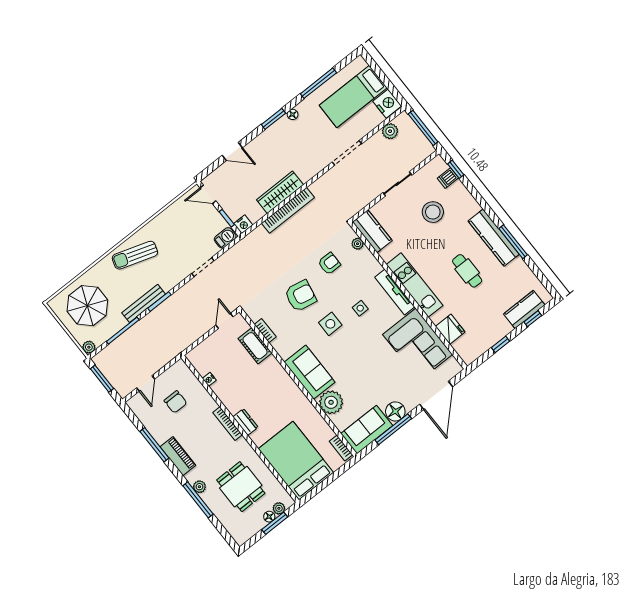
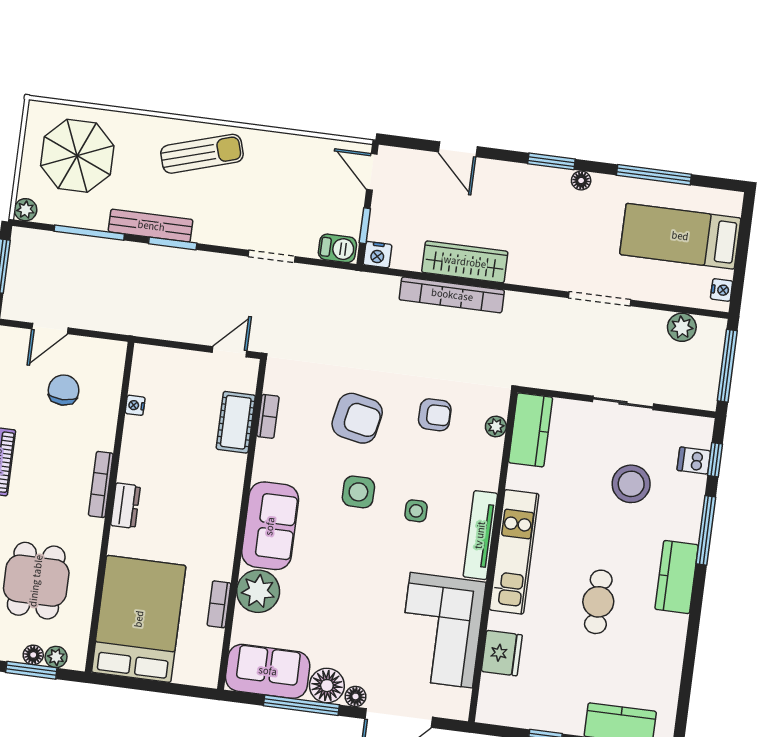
nightstand: (387, 104) -> (722, 290), width x0.53, depth x0.56
kitchen counter: (494, 238) -> (677, 577), width x0.67
window: (513, 242) -> (706, 530), moved
sun lounger: (135, 255) -> (202, 154), turned 145
chair: (175, 402) -> (64, 390), turned 180
floor lamp: (411, 404) -> (355, 696), added
bookcase: (341, 448) -> (219, 604), moved

